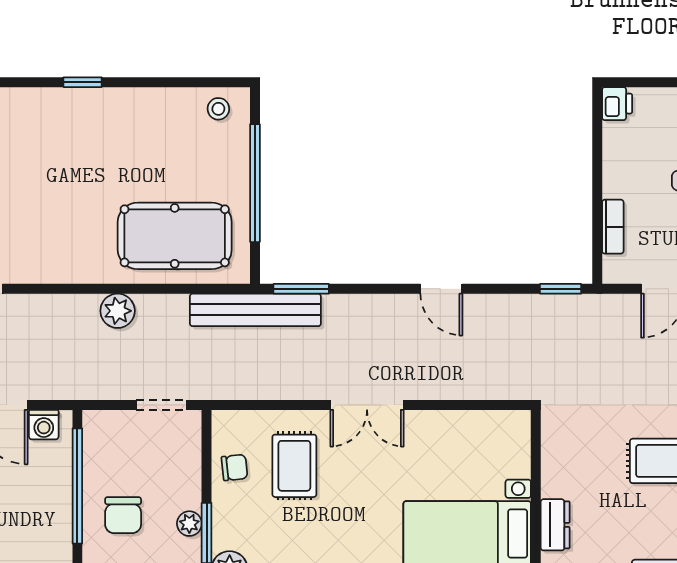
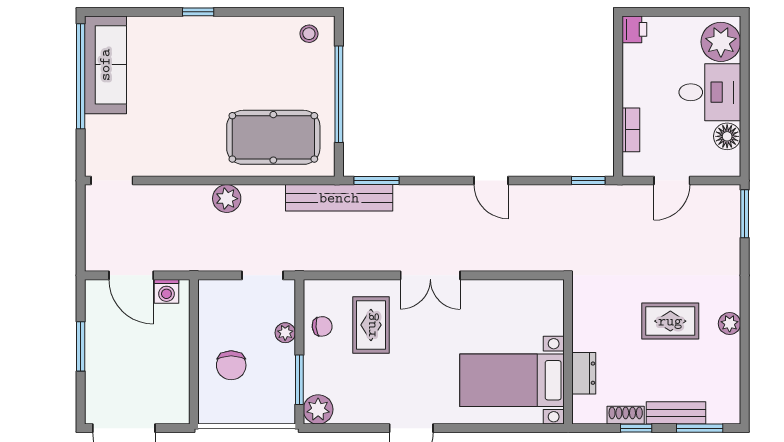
window: (77, 486) -> (194, 341), removed
plant: (189, 524) -> (285, 333), moved

